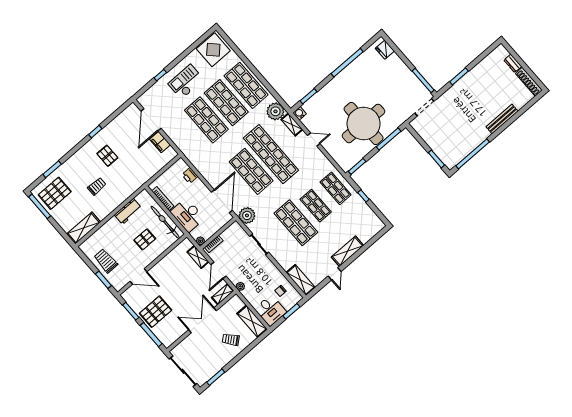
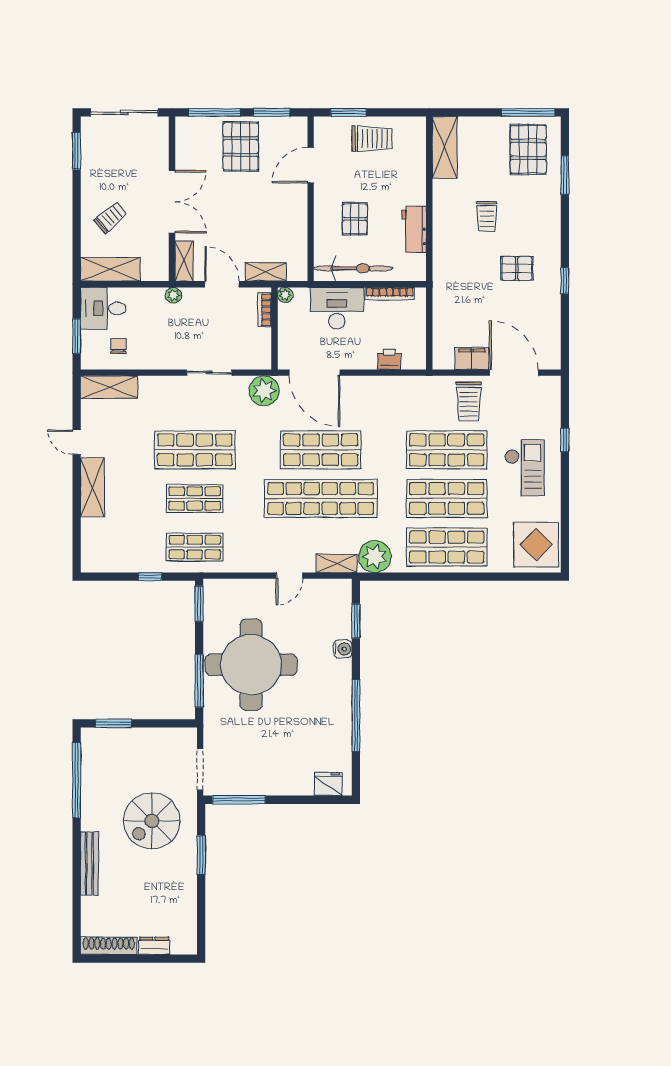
spiral stairs: (463, 109) -> (152, 821), added
water cooler: (300, 113) -> (343, 649), moved
trolley: (179, 128) -> (469, 401), added

